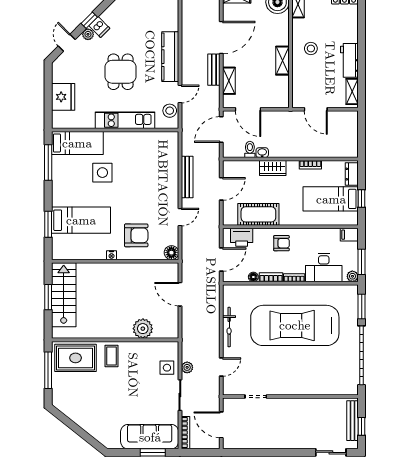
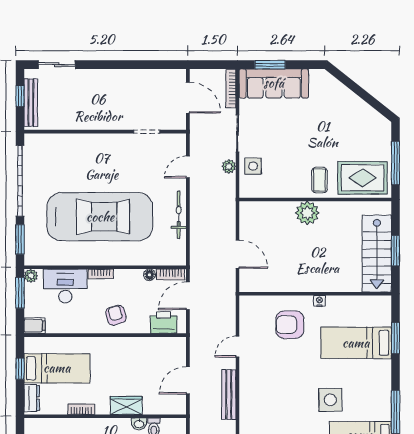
cot: (258, 214) -> (143, 350), removed
armchair: (281, 243) -> (116, 315), turned 74
floor lamp: (171, 253) -> (248, 304), removed
bookcase: (271, 277) -> (171, 275), moved
plant: (143, 329) -> (307, 213), moved

